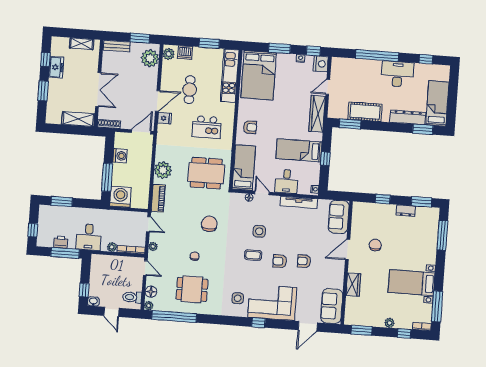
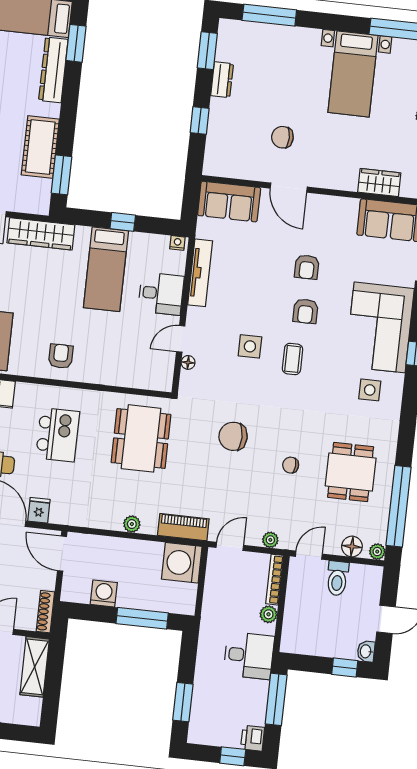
bed: (244, 168) -> (133, 370), removed
plant: (163, 170) -> (132, 524), width x0.53, depth x0.53
washing machine: (120, 197) -> (182, 563), moved
printer: (61, 242) -> (253, 738), moved
wardrobe: (353, 285) -> (379, 183), moved
toilet: (132, 297) -> (337, 578), moved

